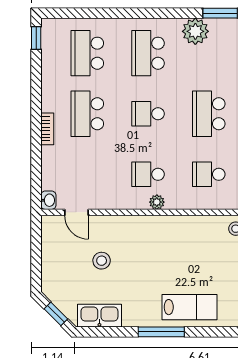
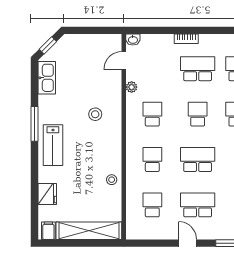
plant: (157, 202) -> (132, 87), moved
stool: (102, 261) -> (95, 114), moved

